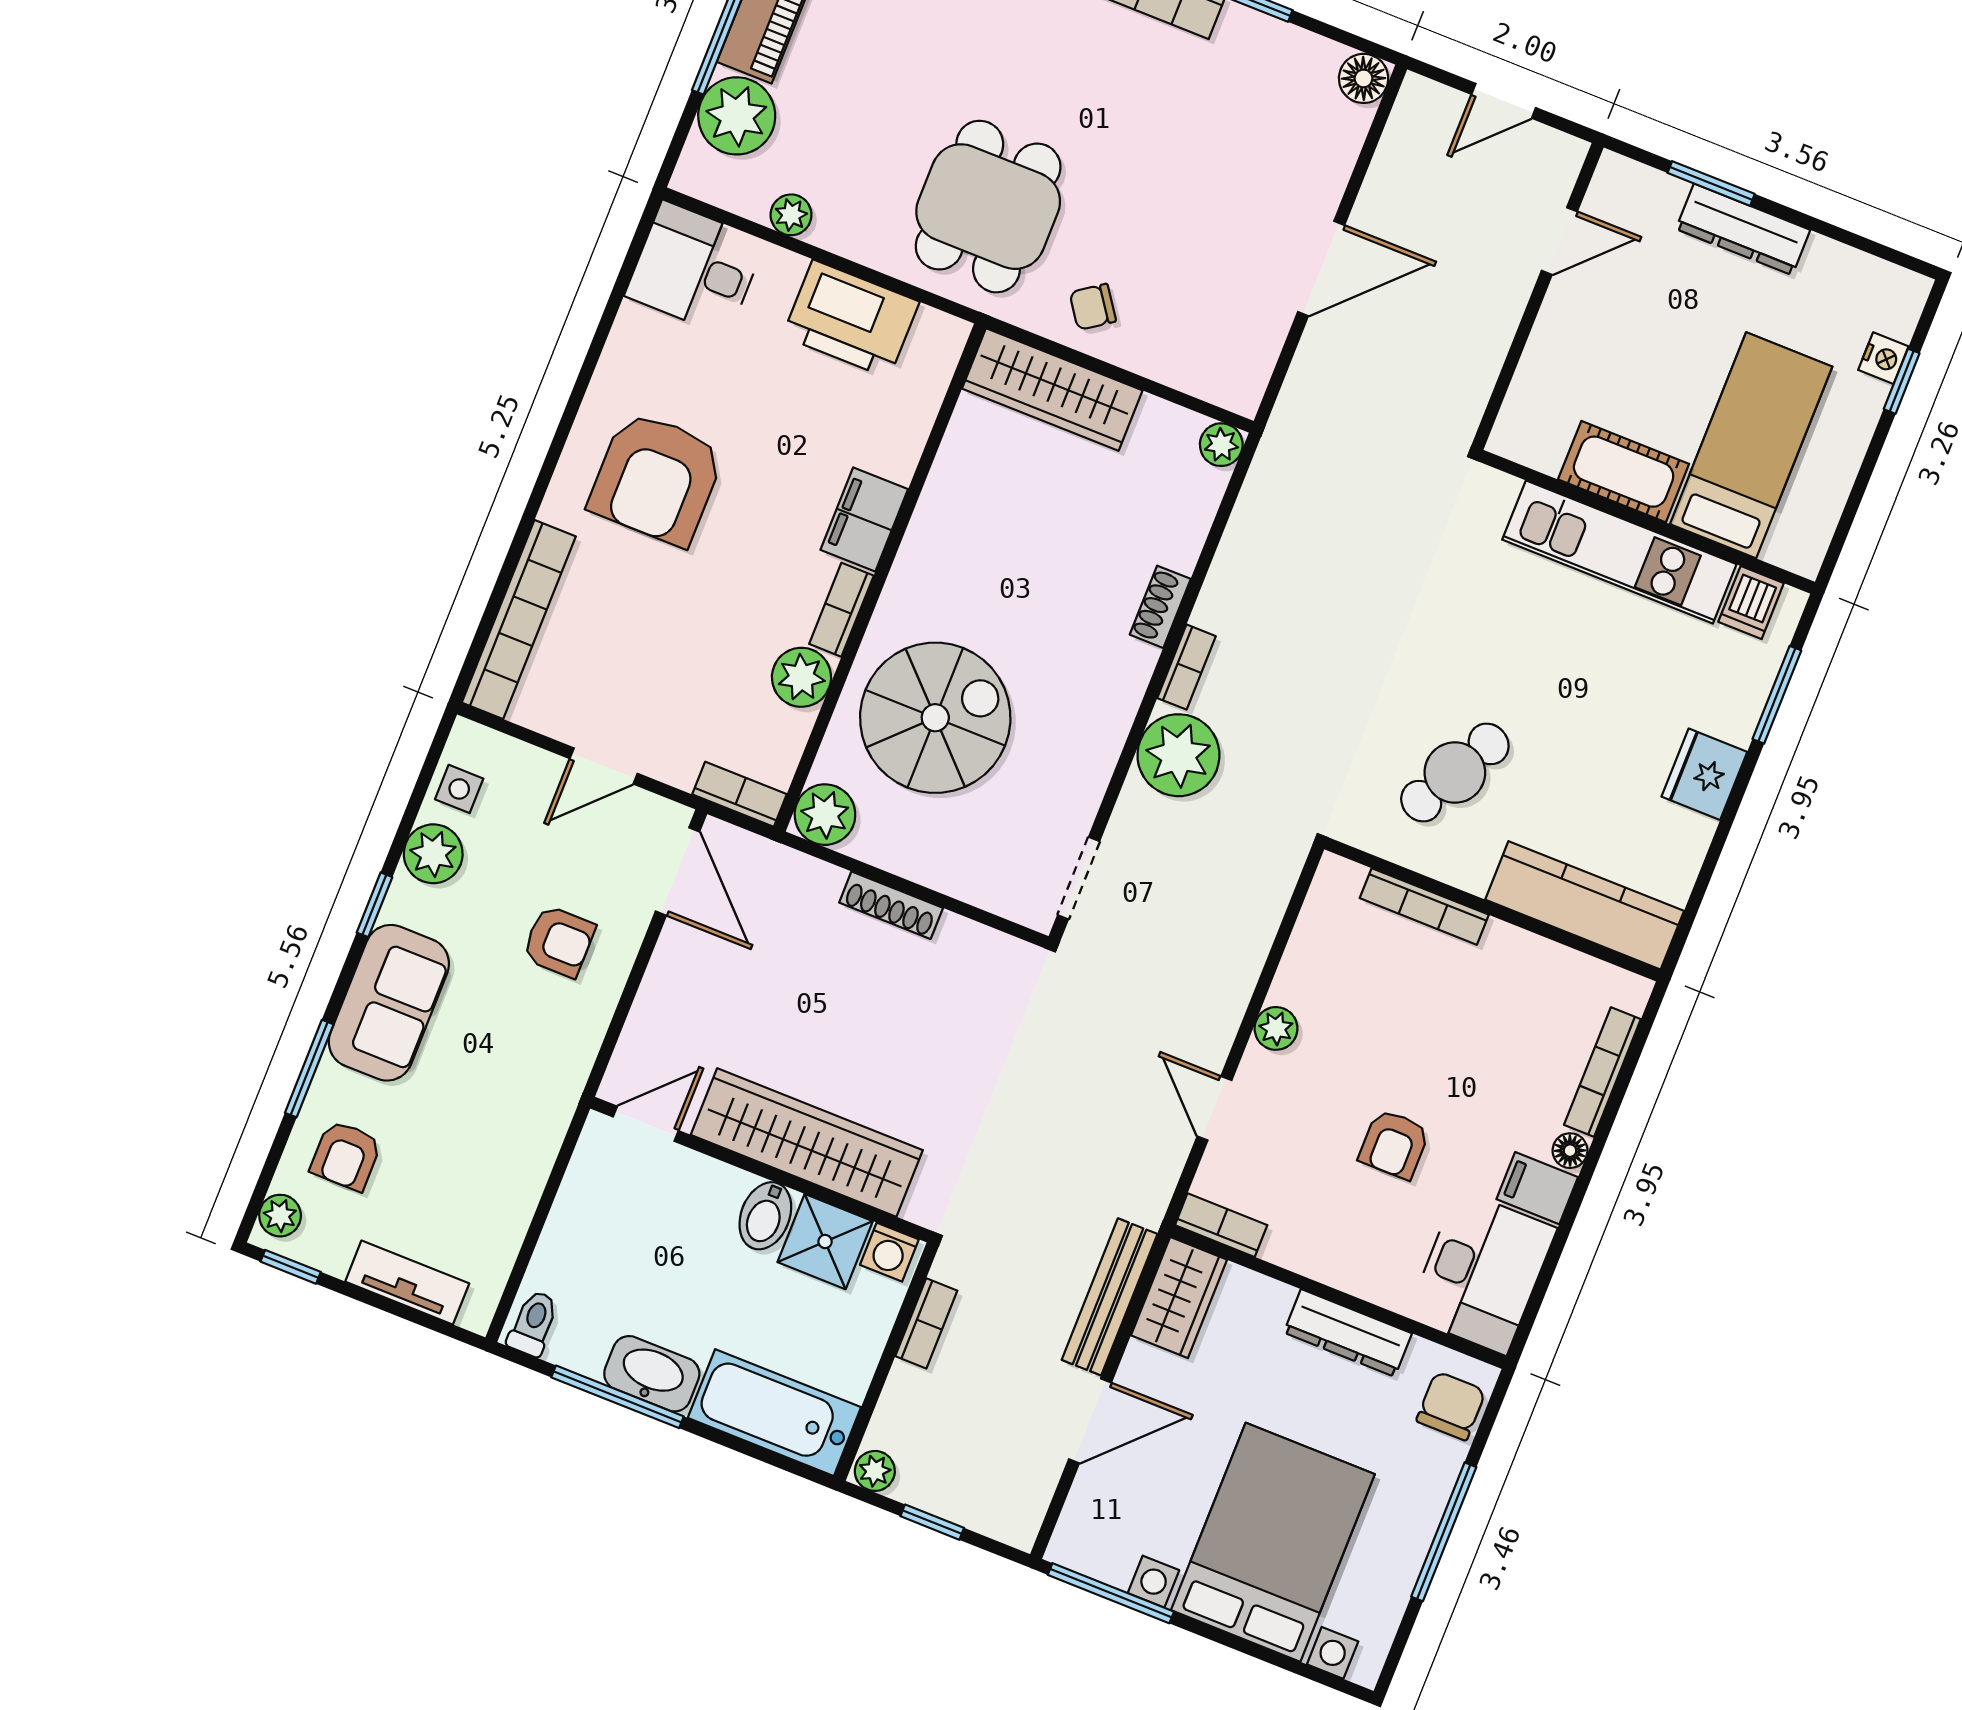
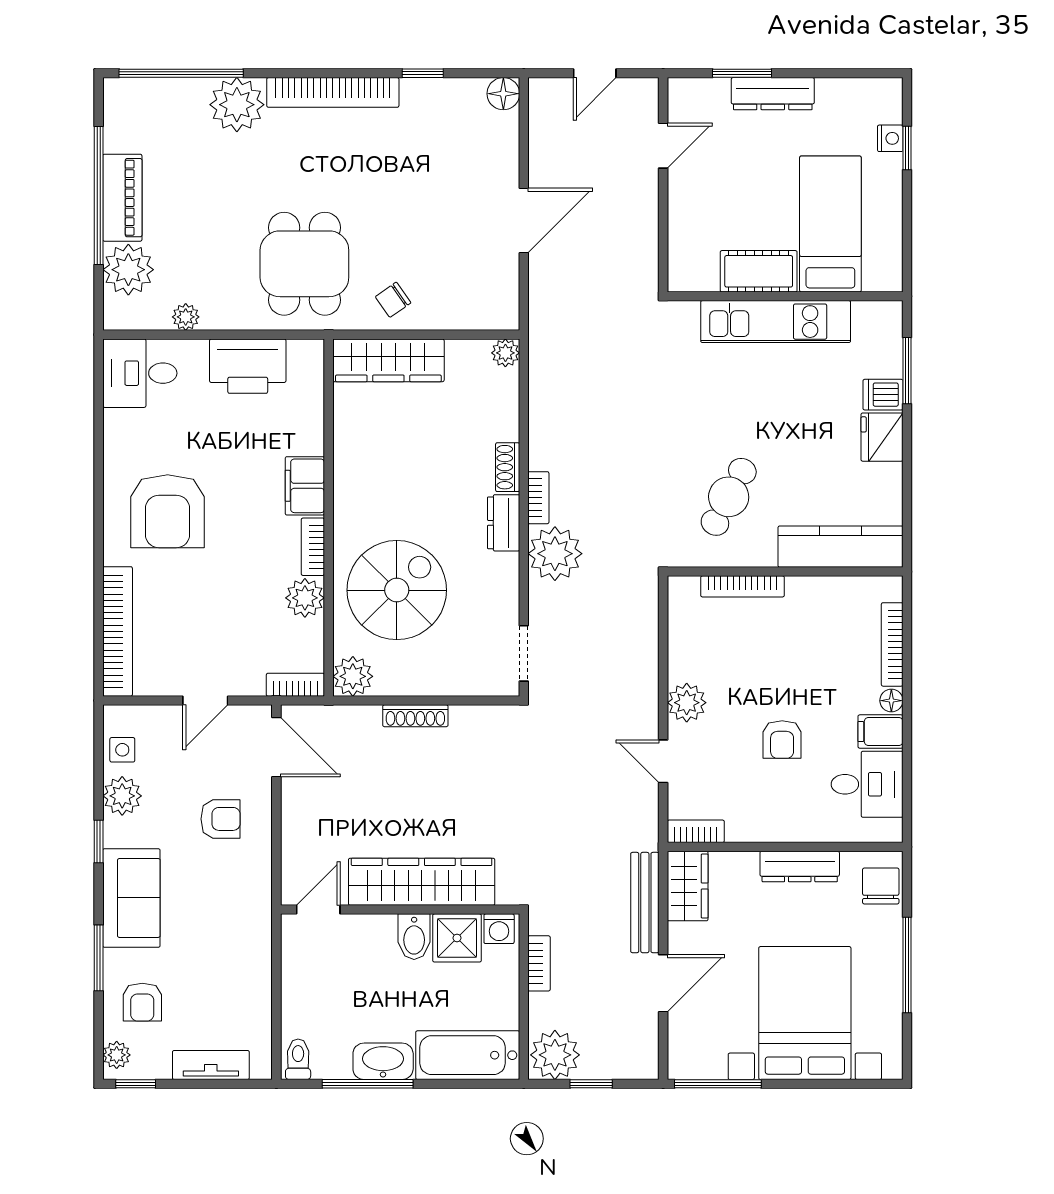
dishwasher: (1751, 602) -> (883, 395), moved, turned 90
dresser: (1123, 683) -> (504, 523), added
plant: (1276, 1028) -> (687, 703), width x1.38, depth x1.38
desk: (1482, 1272) -> (867, 784), width x0.73
plant: (875, 1471) -> (555, 1055), width x1.88, depth x1.88

